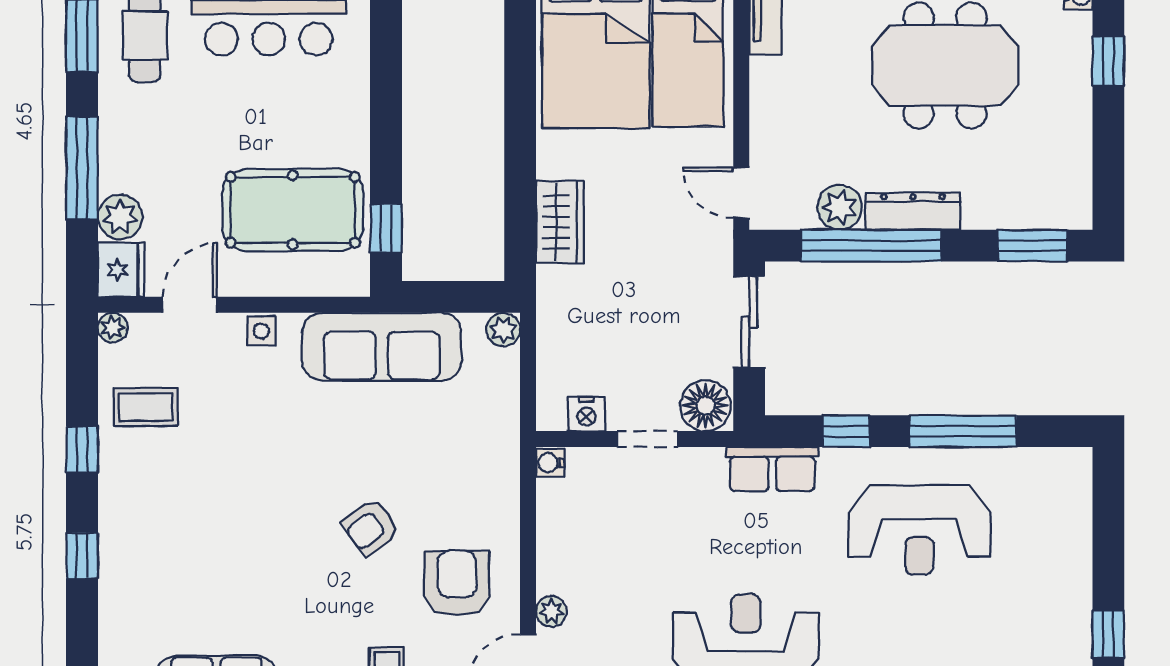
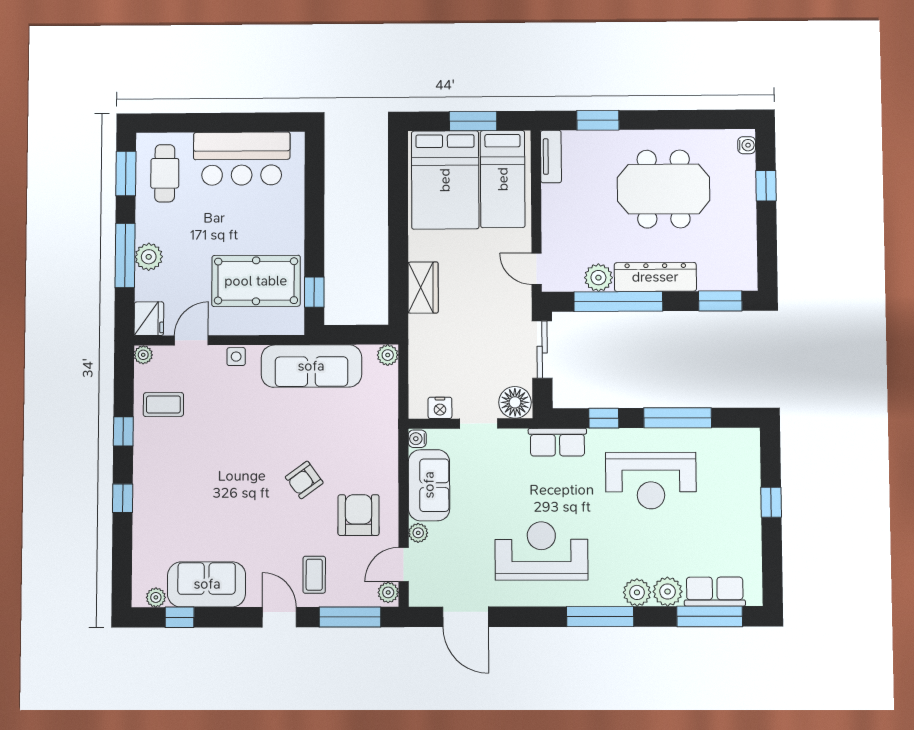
dresser: (913, 211) -> (655, 277), width x1.37, depth x1.24
plant: (120, 217) -> (149, 257), moved
sofa: (569, 536) -> (429, 485), added
window: (1108, 634) -> (771, 502), moved

